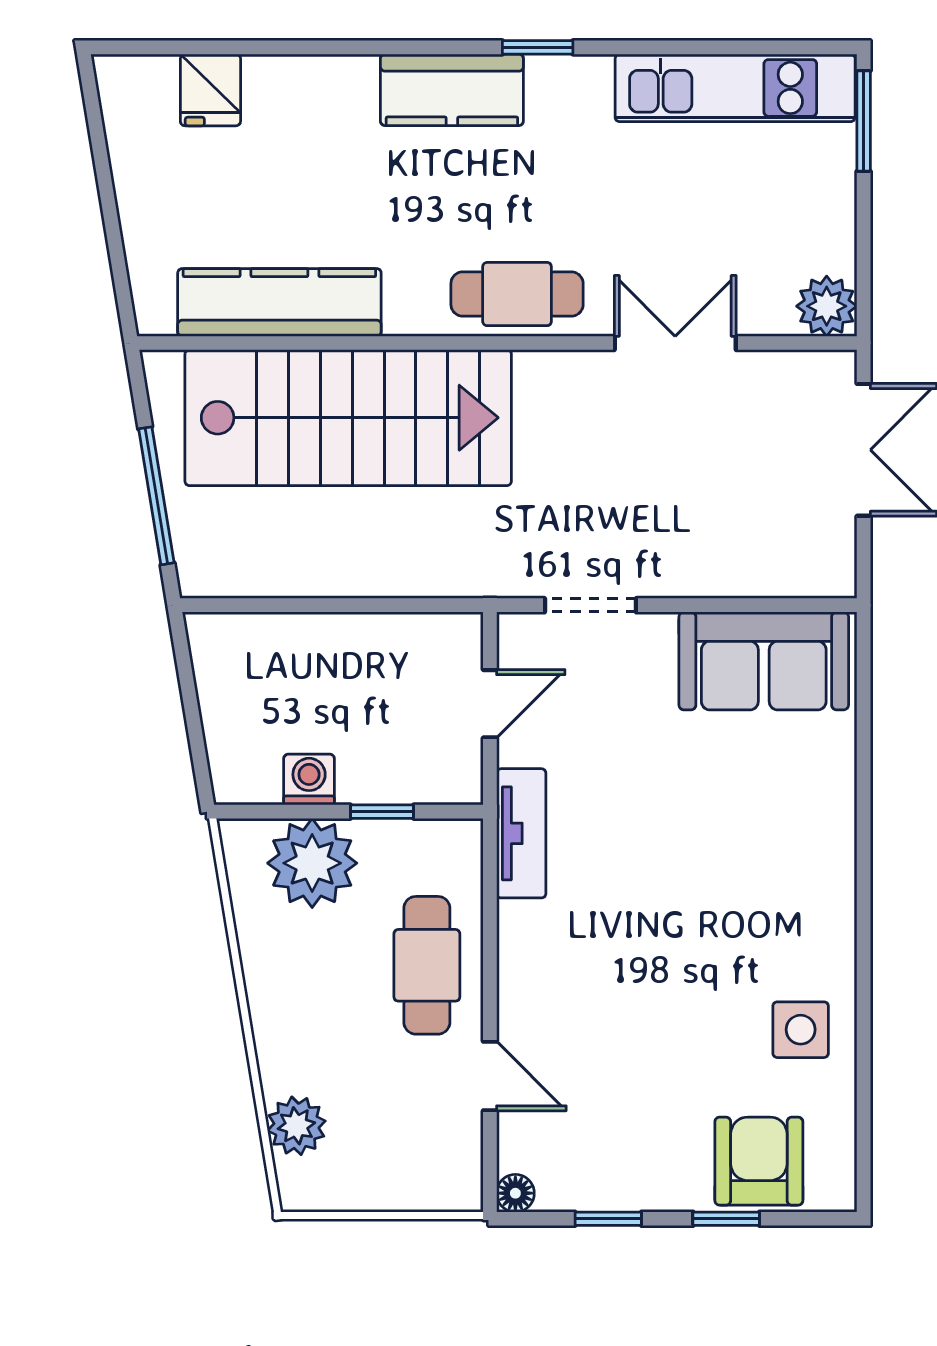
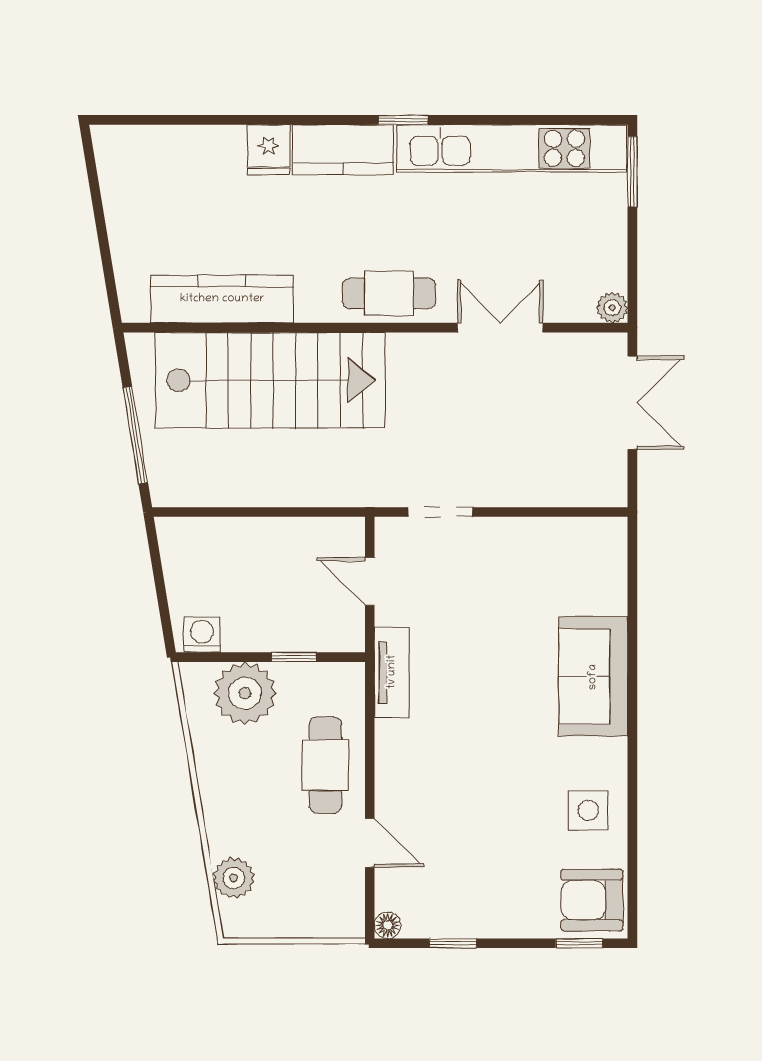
kitchen unit: (735, 88) -> (511, 148), width x1.36
fridge: (210, 90) -> (269, 150), moved
plant: (827, 306) -> (612, 308), width x0.73, depth x0.73
sofa: (764, 661) -> (593, 677), moved, turned 90
door: (490, 704) -> (370, 581), swing flipped
washing machine: (309, 780) -> (202, 635), moved
armchair: (759, 1161) -> (592, 900), moved, turned -90
window: (726, 1219) -> (579, 943), moved

